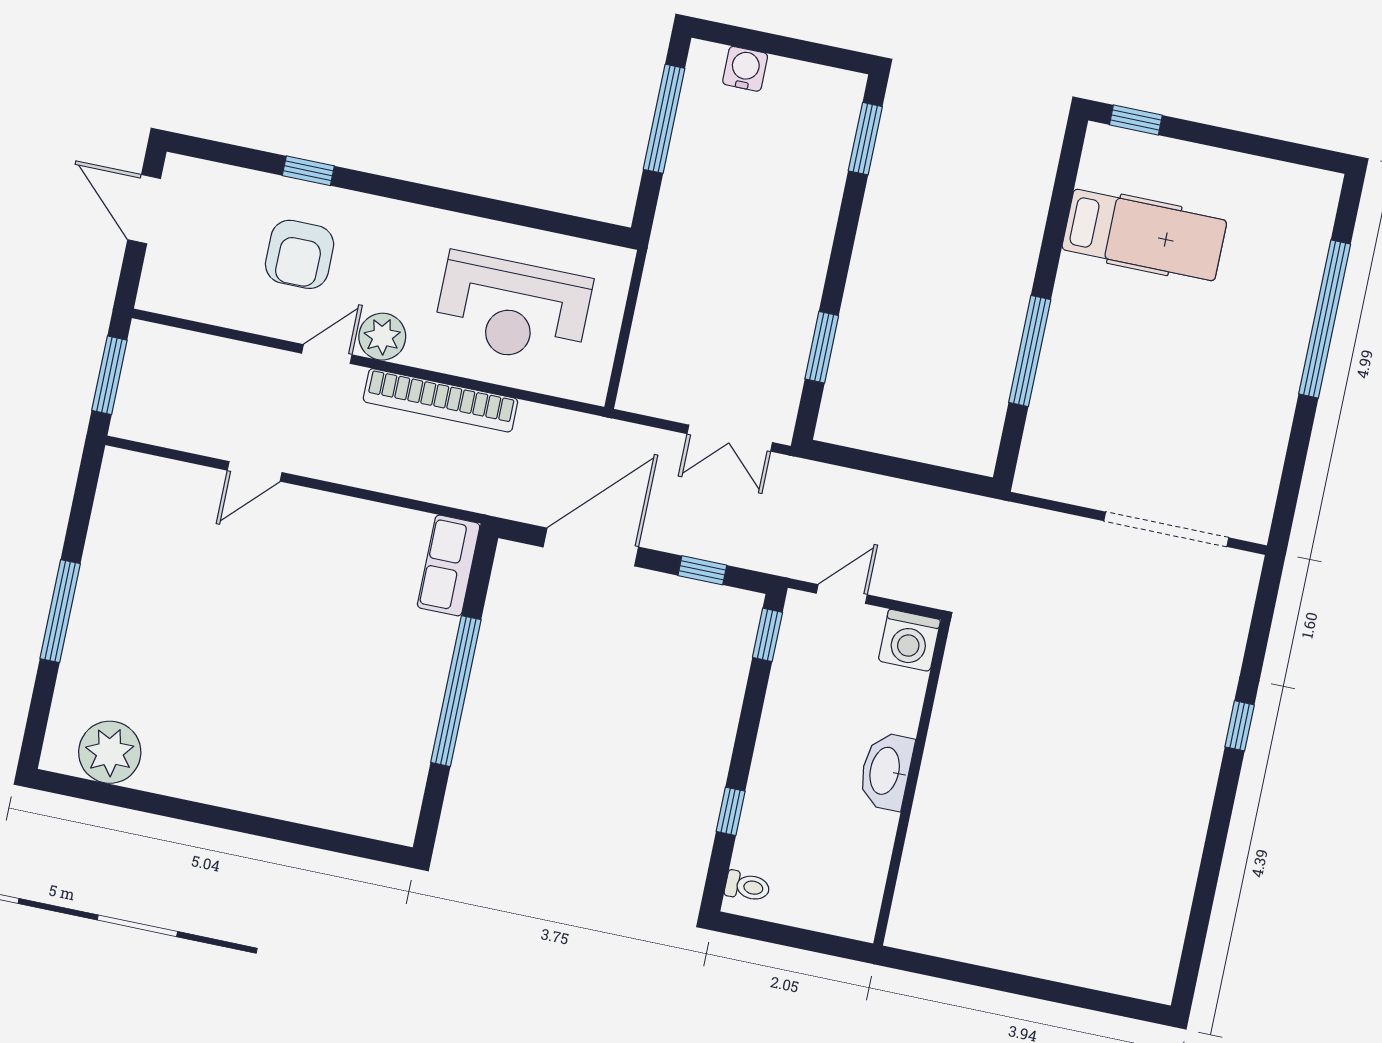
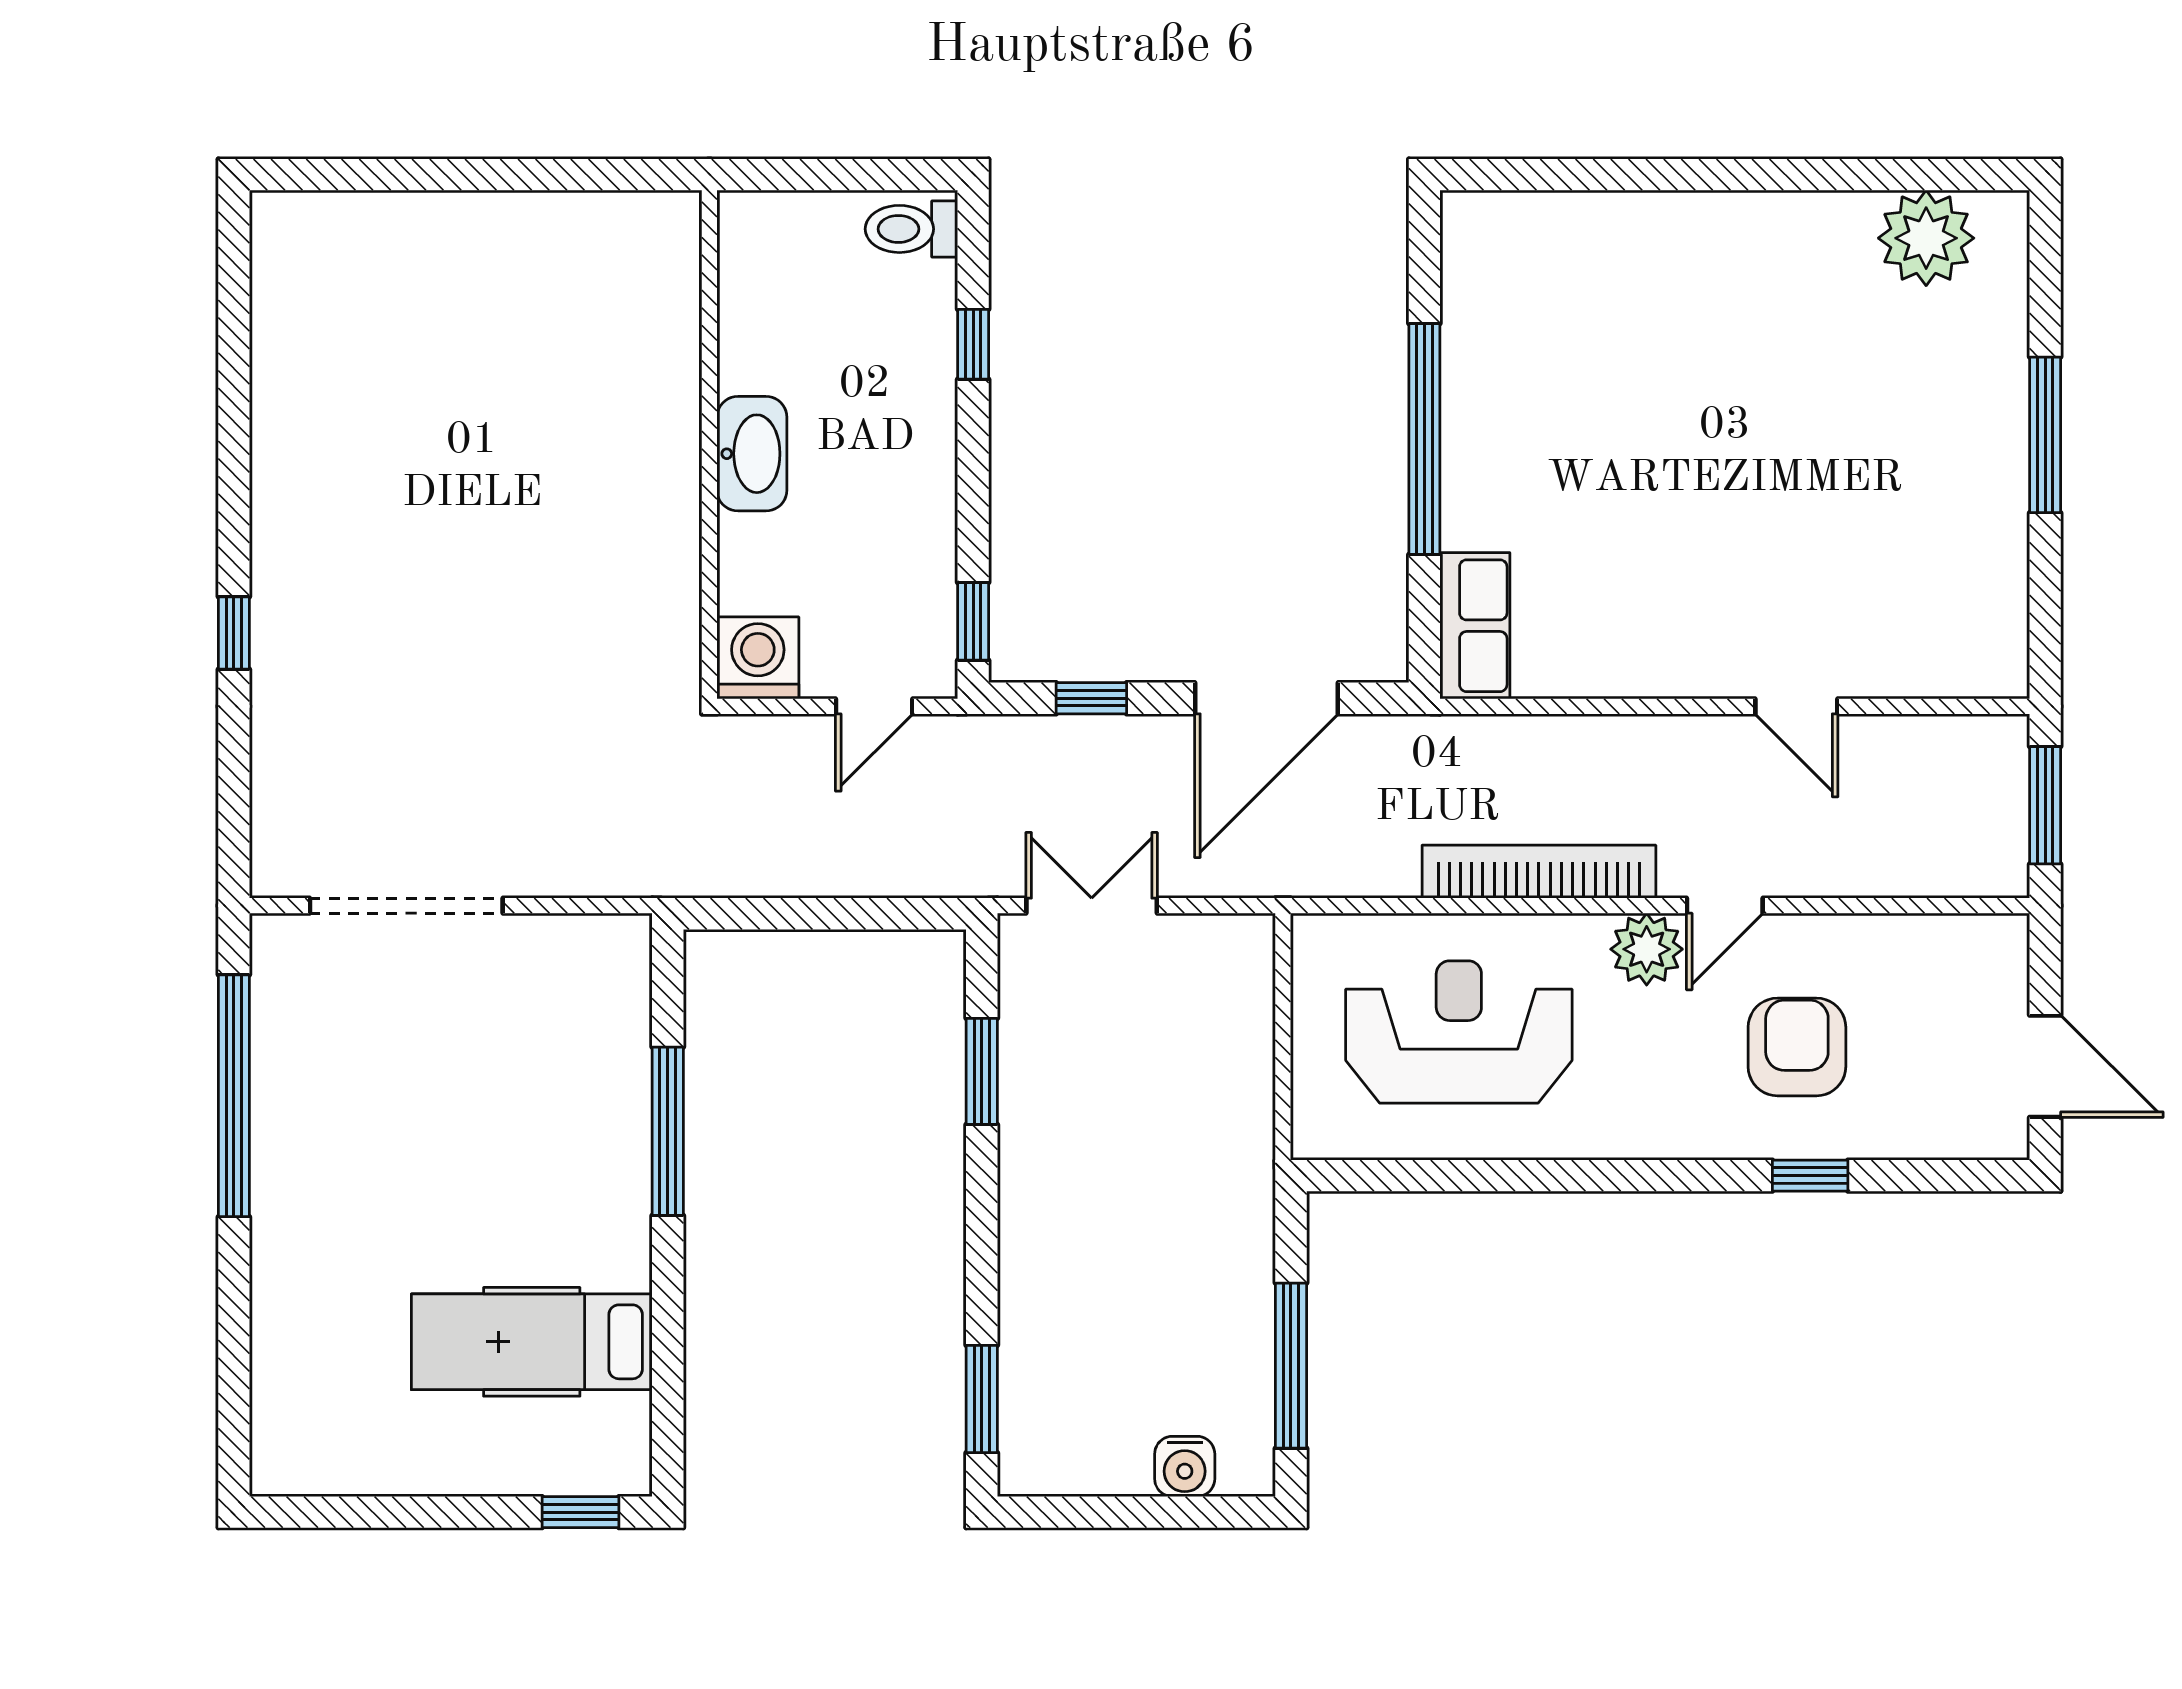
window: (1325, 319) -> (234, 1096), moved
door: (255, 471) -> (1796, 706), swing flipped
toilet: (747, 886) -> (911, 229), width x1.37, depth x1.39

